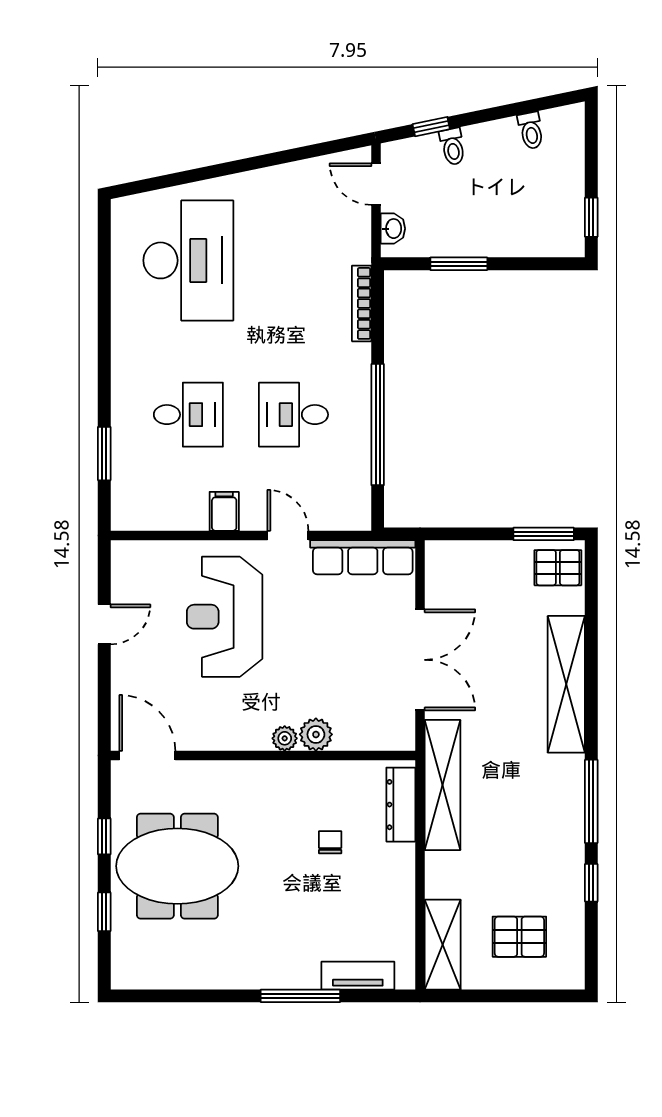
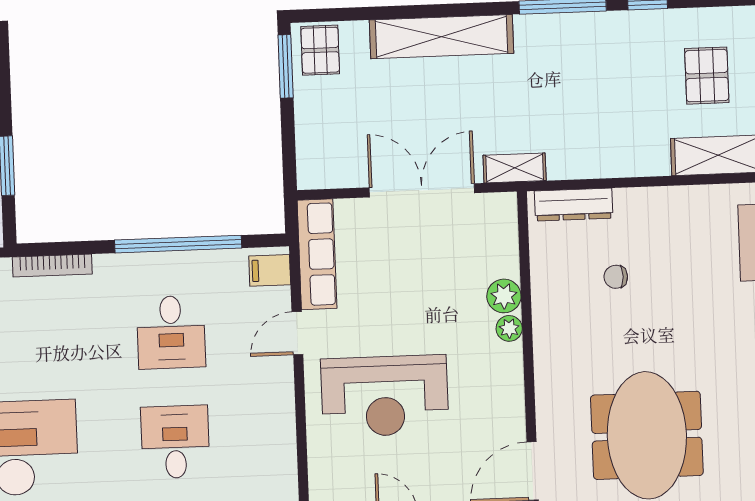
filing cabinet: (224, 511) -> (270, 270), moved
shelving: (443, 785) -> (515, 168), width x0.45, depth x0.75

